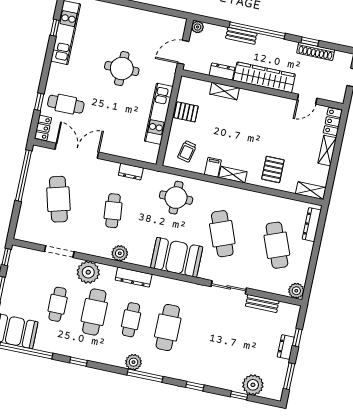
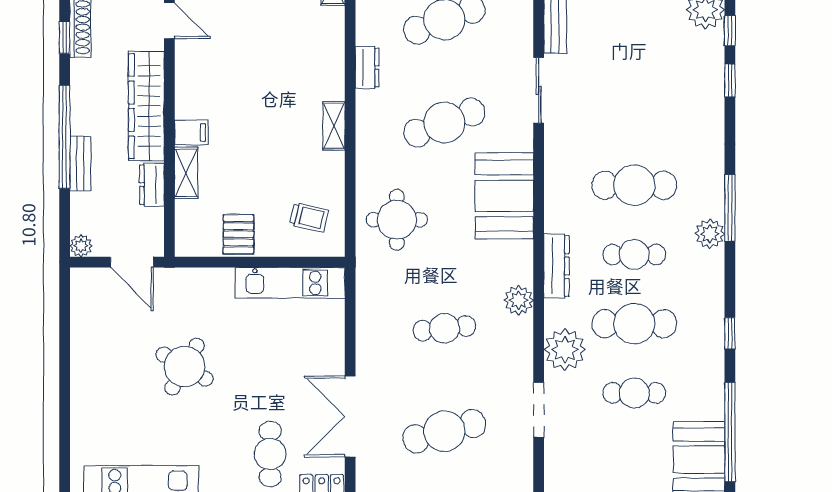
round table: (122, 69) -> (185, 367), turned 30
kitchen unit: (159, 114) -> (290, 283), moved
filing cabinet: (213, 167) -> (191, 132), moved, turned 180
pallet: (273, 169) -> (309, 56), removed
dresser: (131, 172) -> (367, 67), moved
window: (195, 386) -> (730, 80), moved

